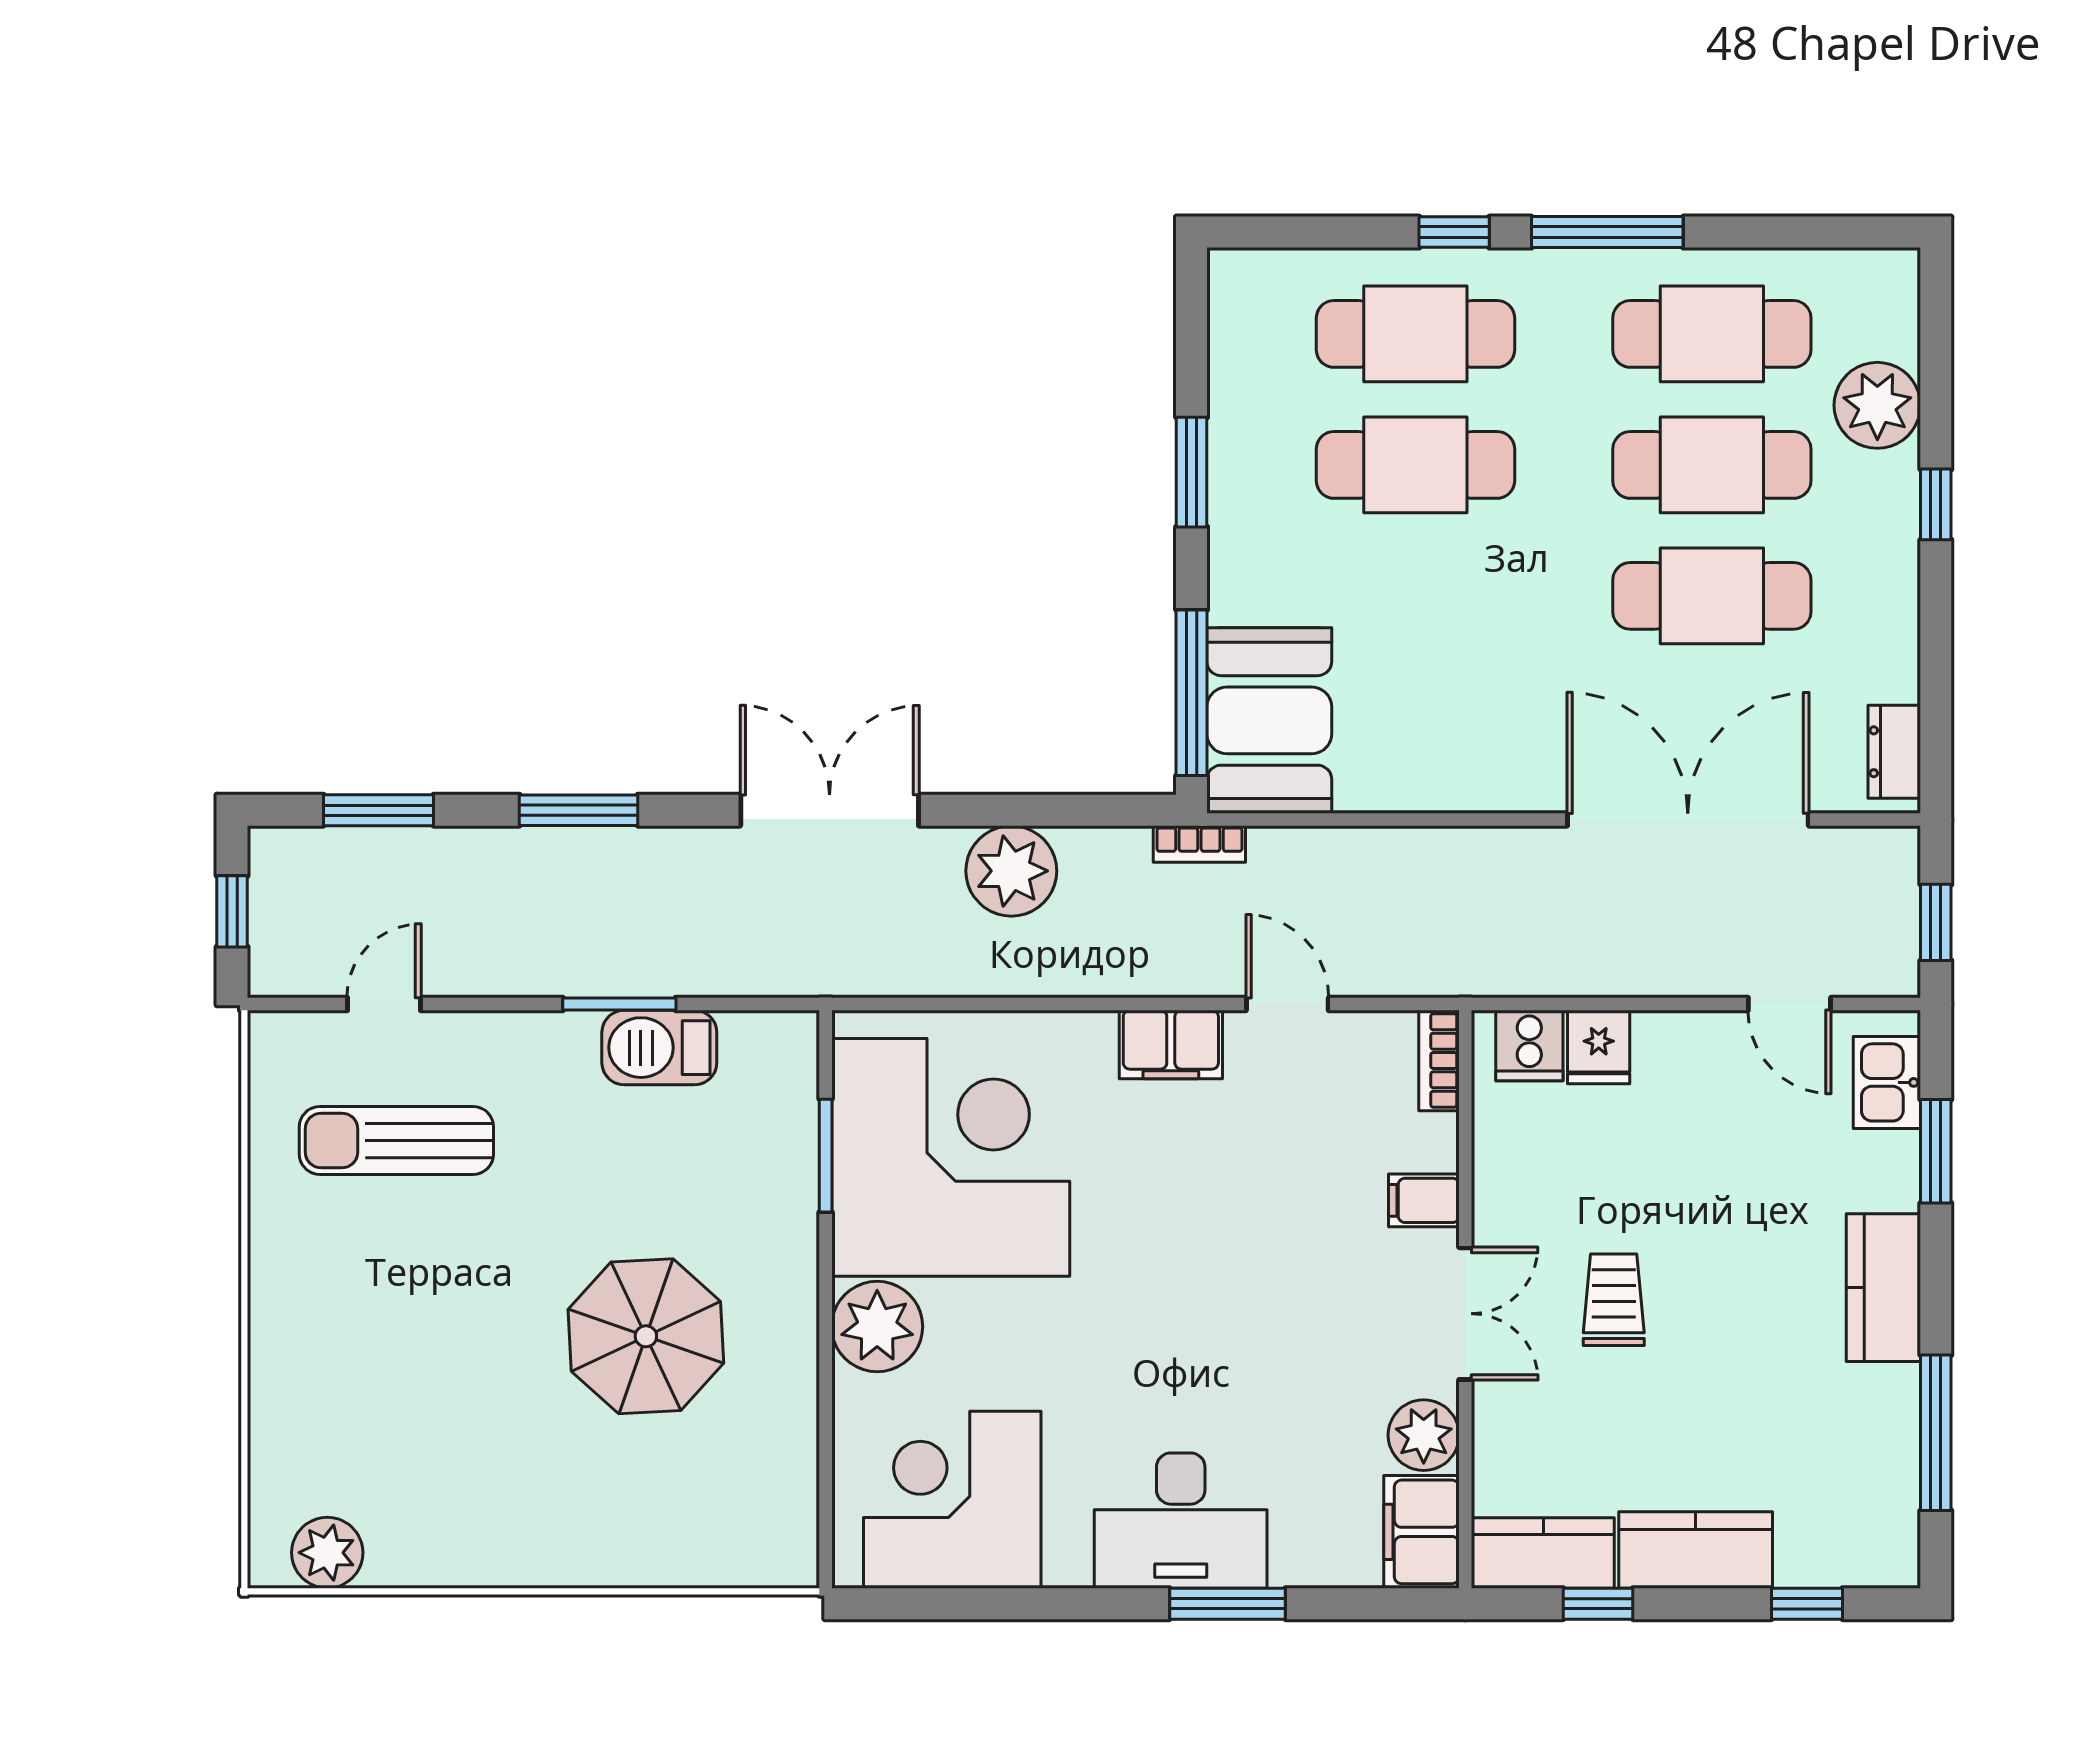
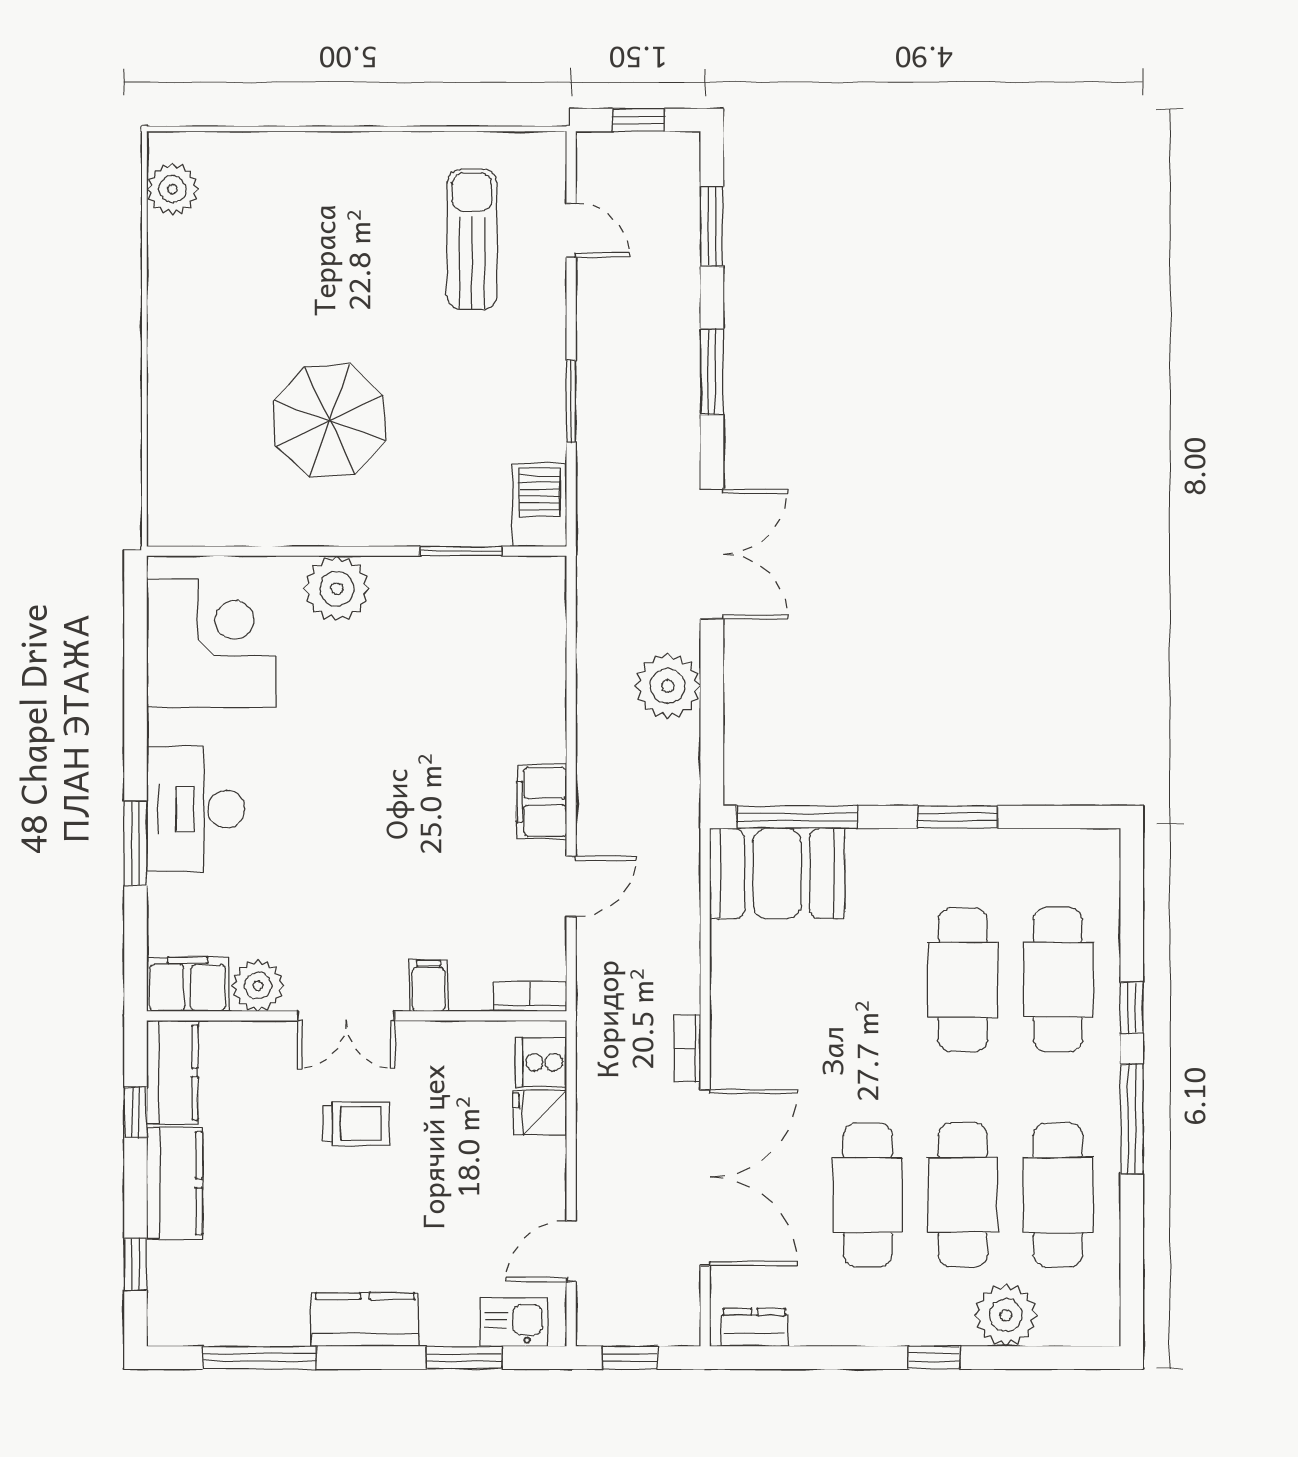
bookcase: (1199, 844) -> (687, 1049), moved
barbecue: (659, 1048) -> (539, 505), moved
corner desk: (951, 1157) -> (460, 642), removed

